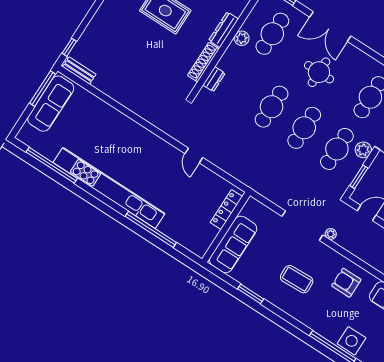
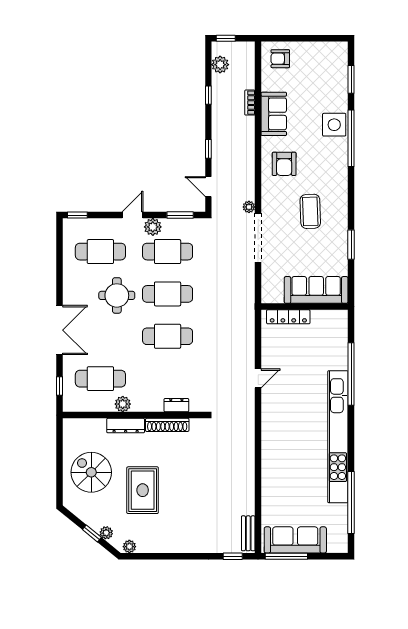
round table: (319, 72) -> (117, 295), moved

